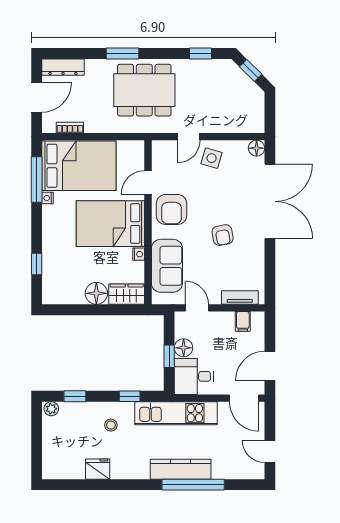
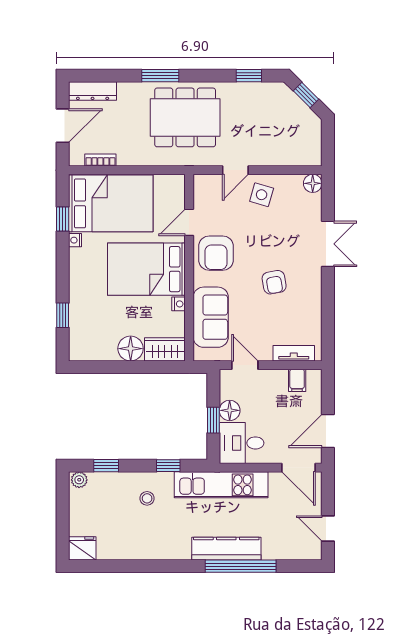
window: (37, 179) -> (63, 219), width x0.46
double door: (270, 201) -> (328, 244), width x0.54
fridge: (98, 469) -> (82, 548), moved

